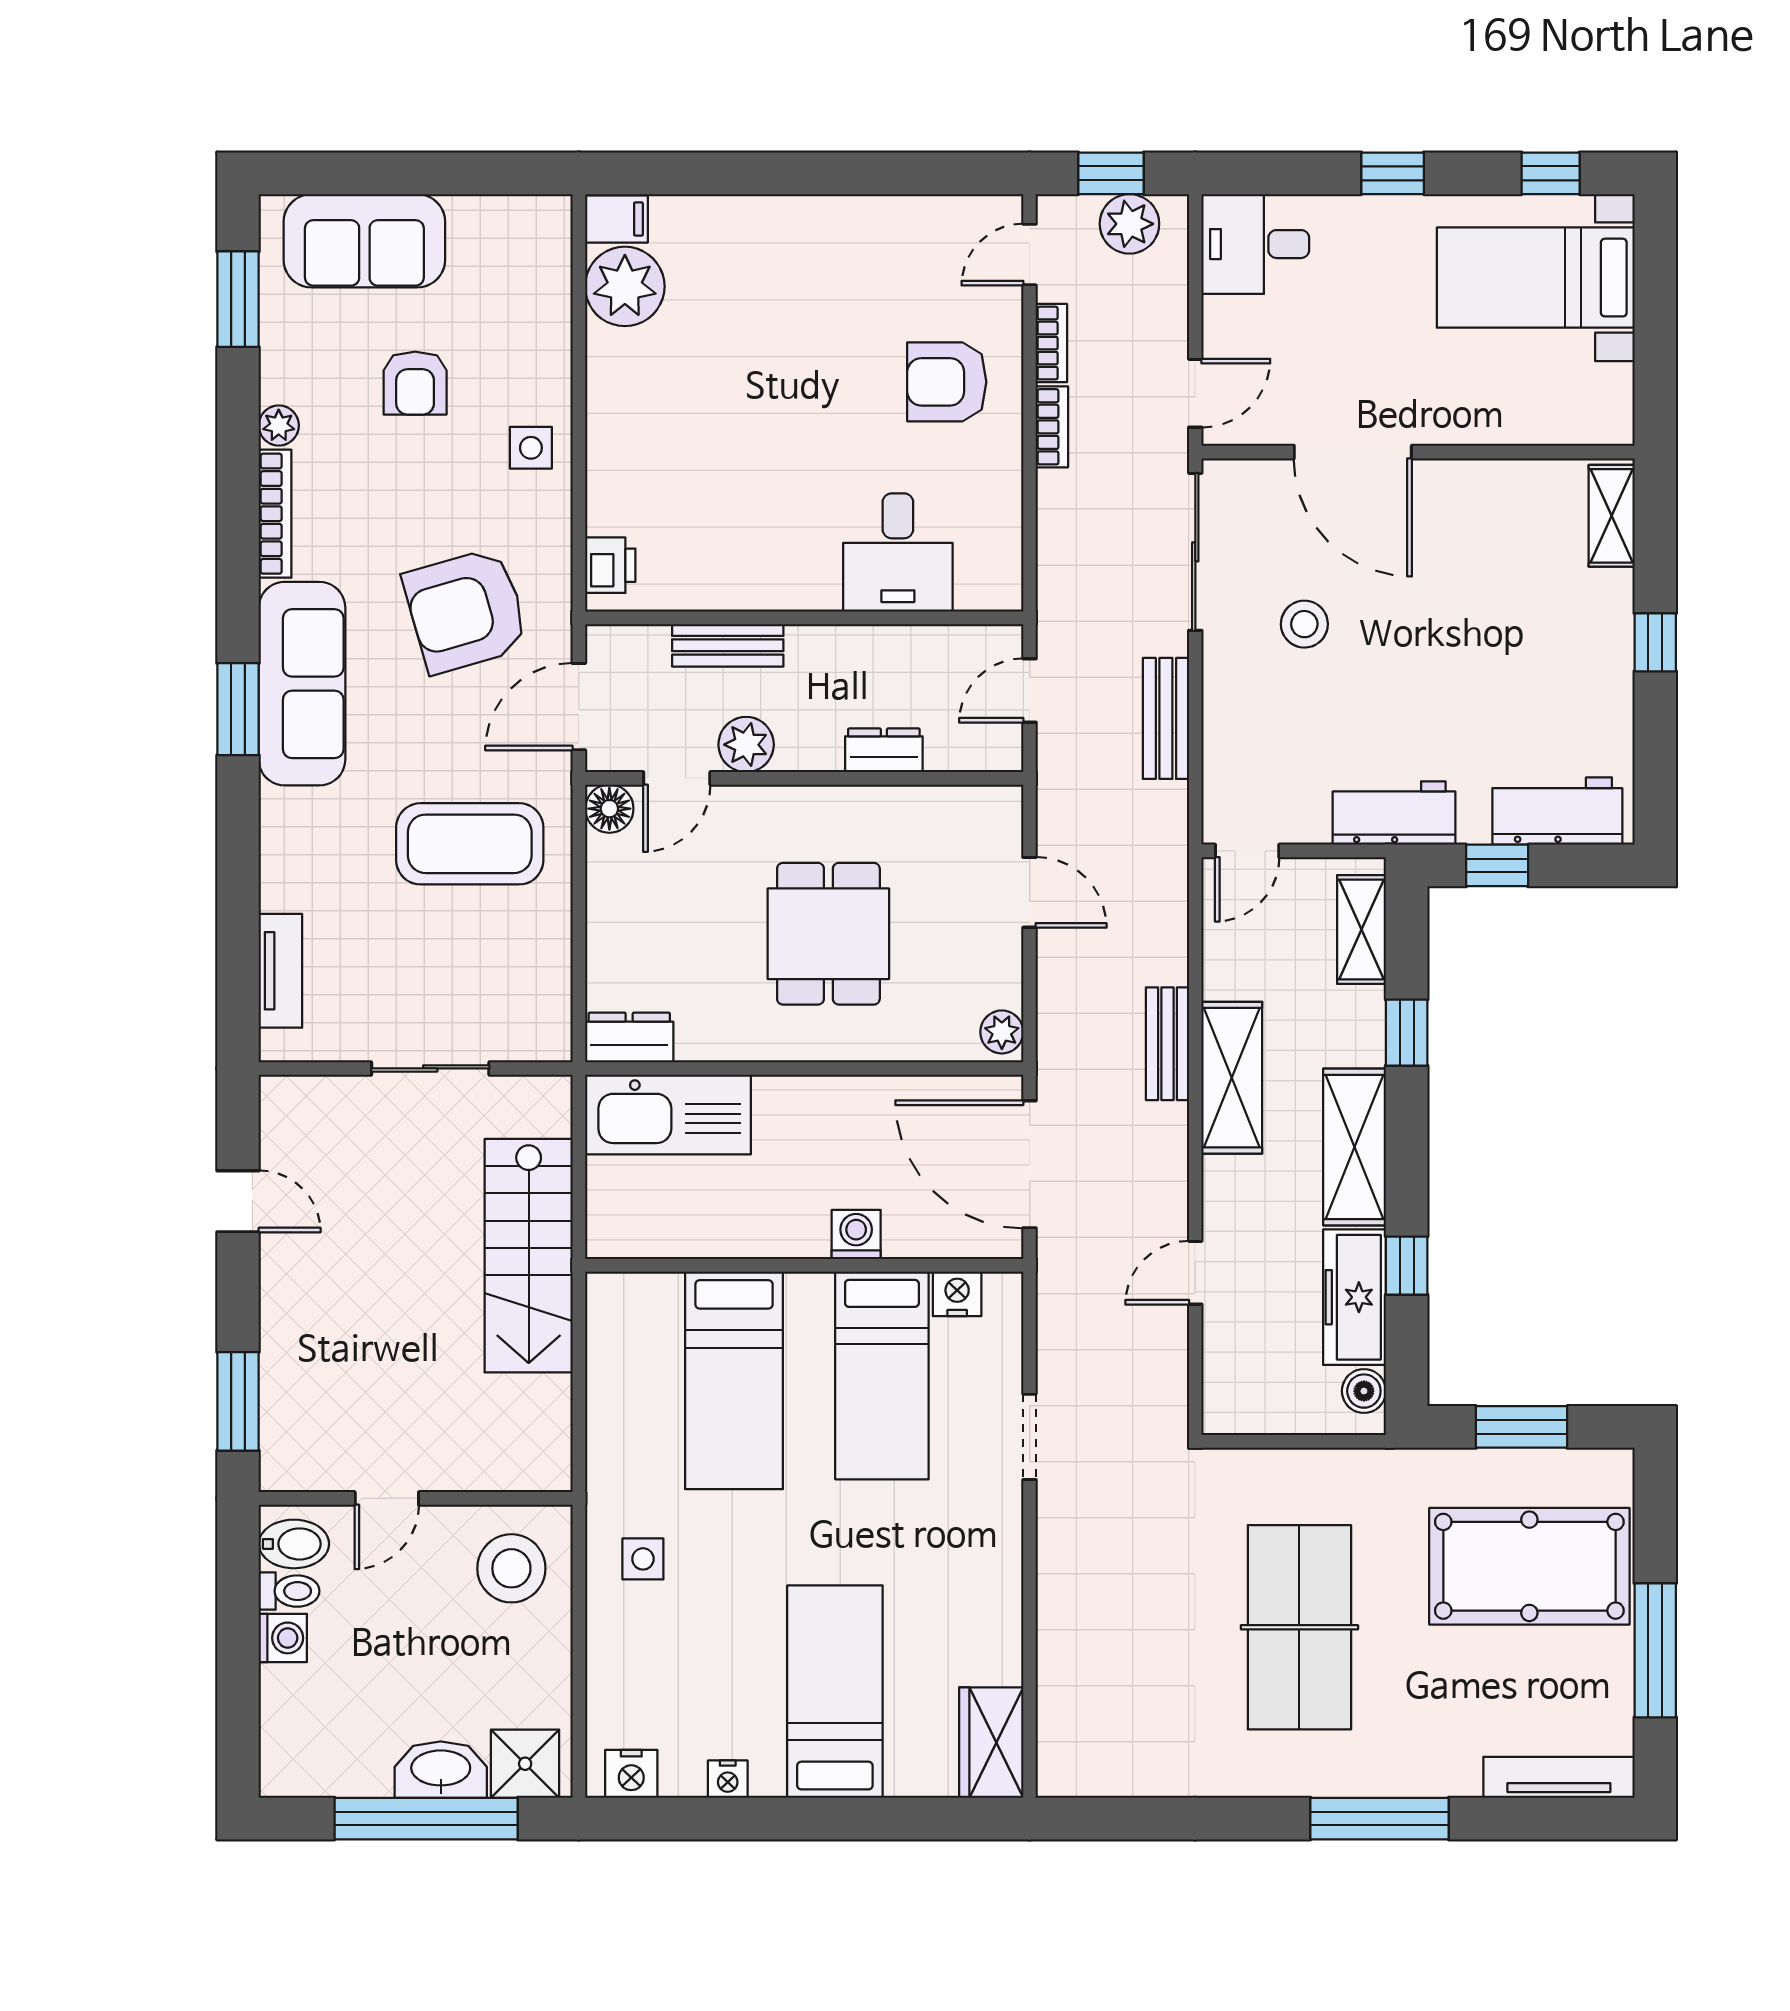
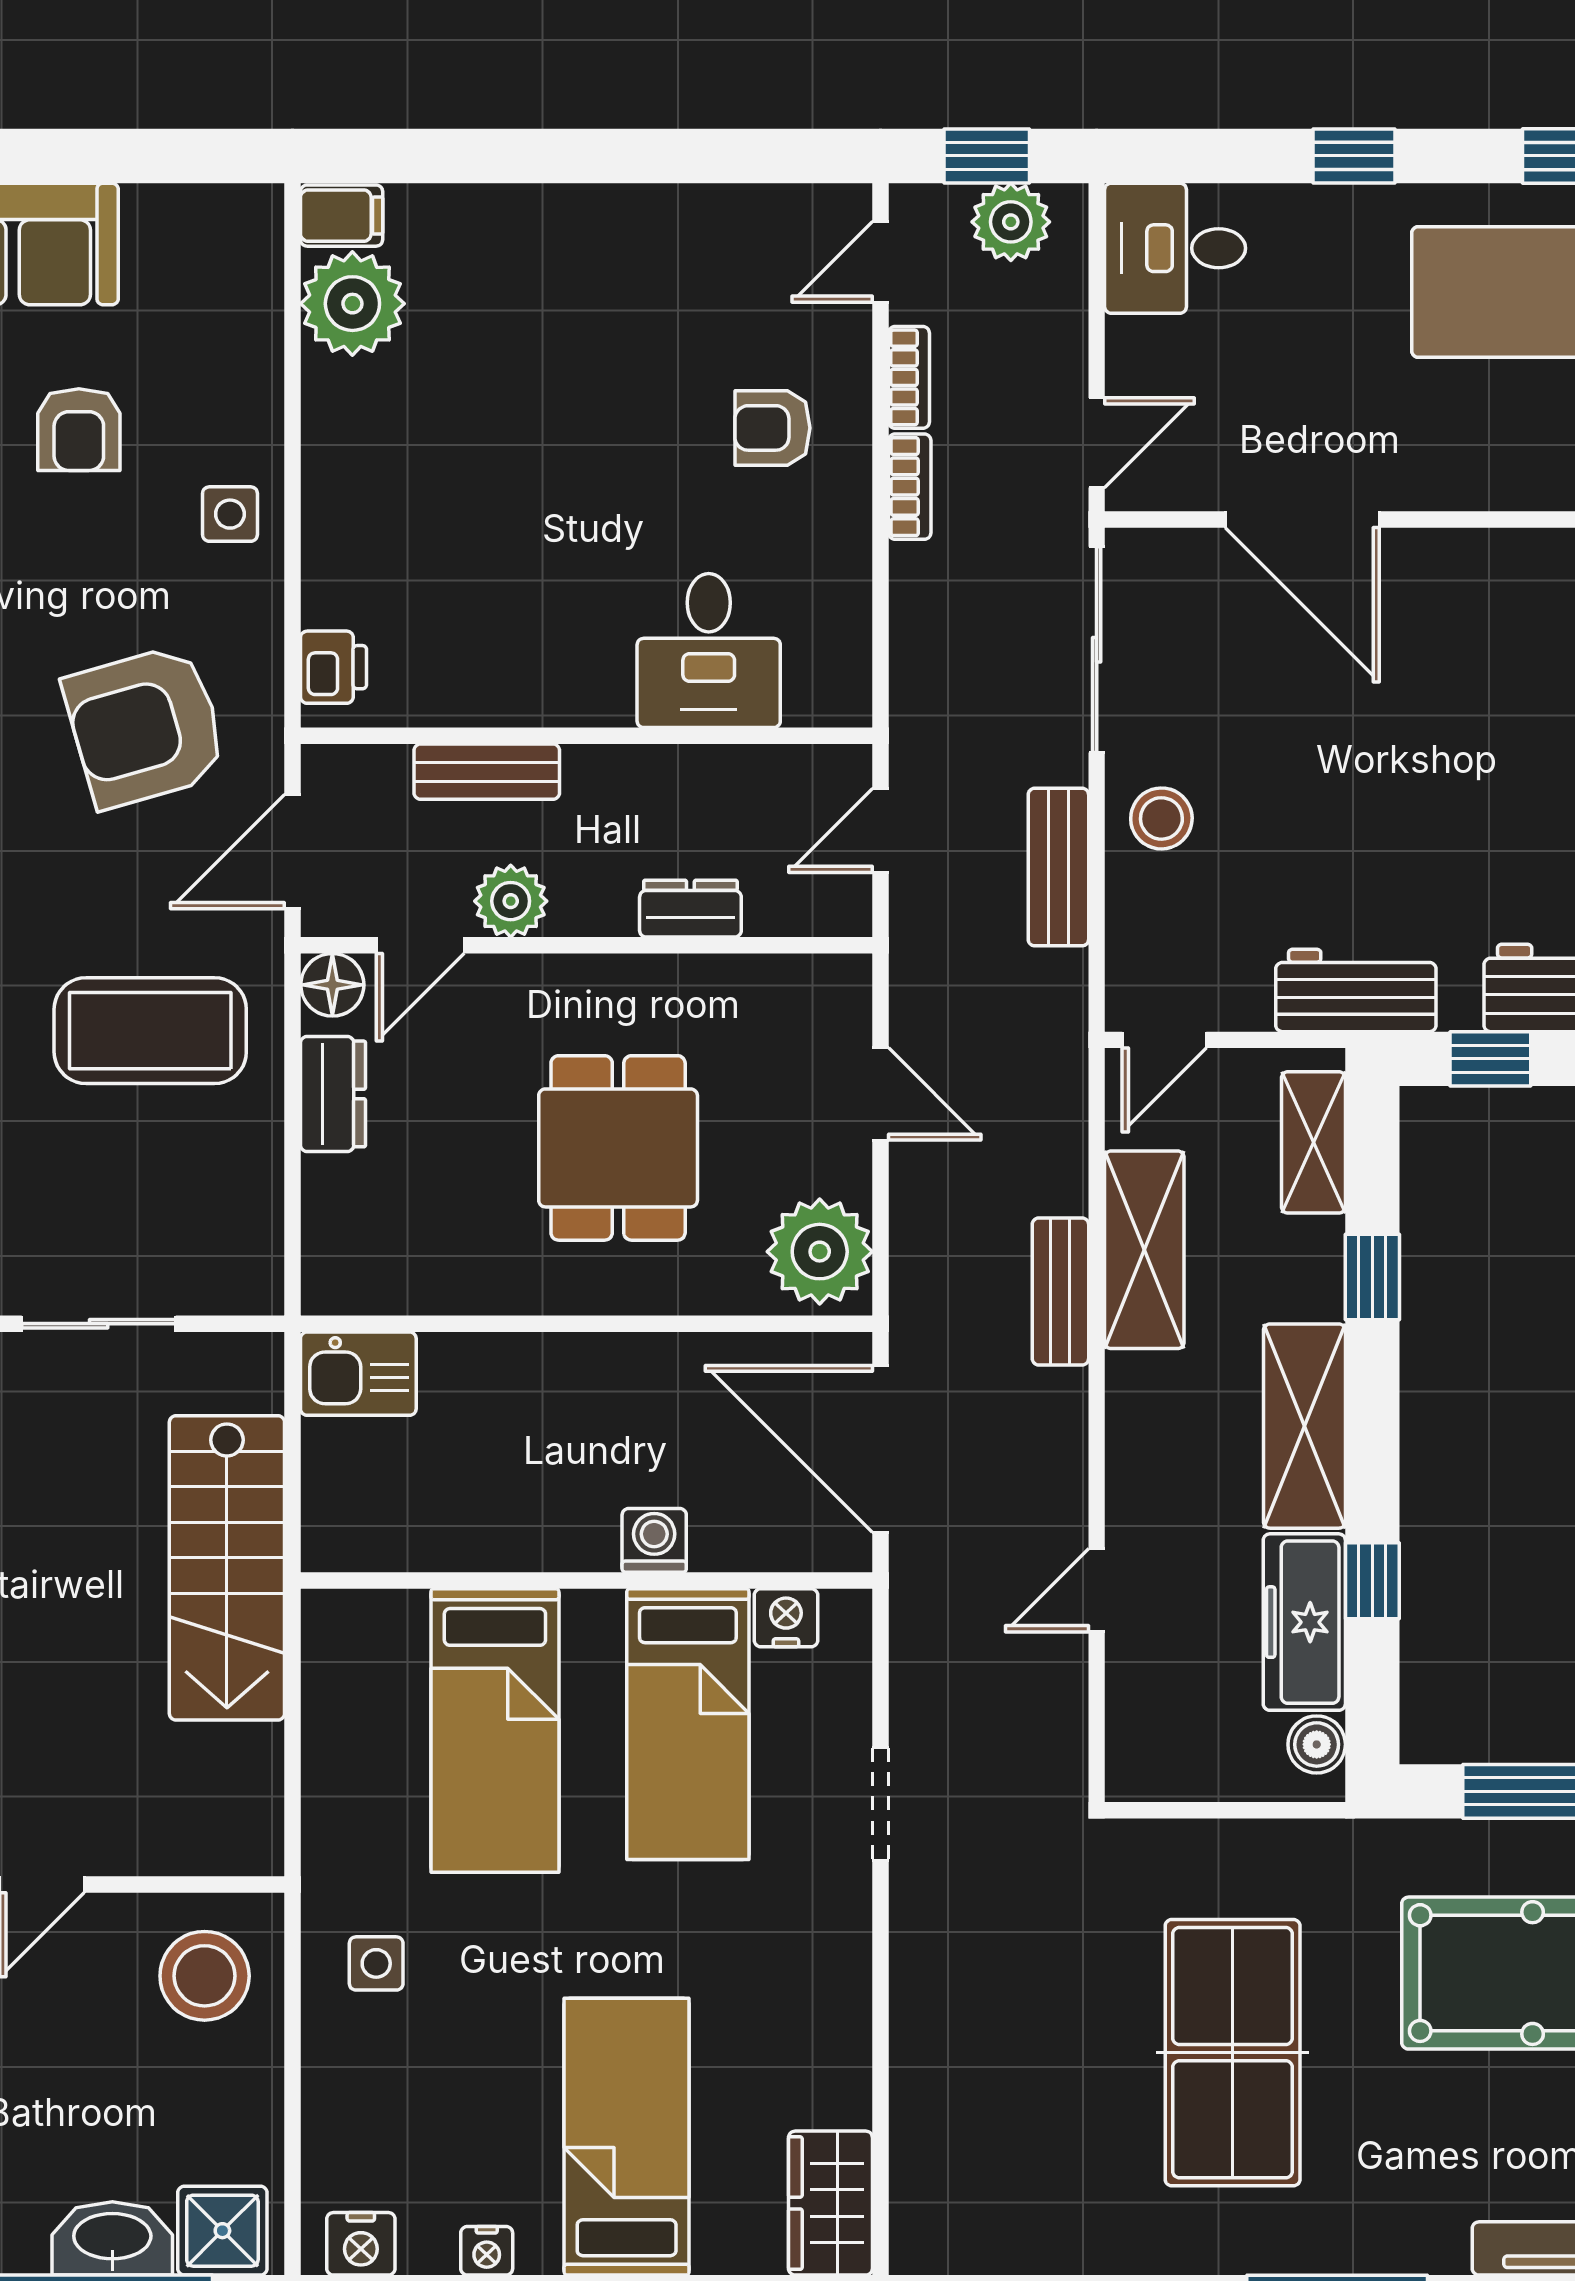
armchair: (947, 382) -> (772, 428), width x0.72, depth x0.72
stool: (1304, 624) -> (1161, 818), moved
plant: (1002, 1032) -> (820, 1252), width x1.88, depth x1.88
dresser: (629, 1037) -> (333, 1094), moved, turned 90
shelving: (1232, 1078) -> (1144, 1250), moved
kitchen sink: (668, 1114) -> (358, 1374), width x0.53, depth x0.81

